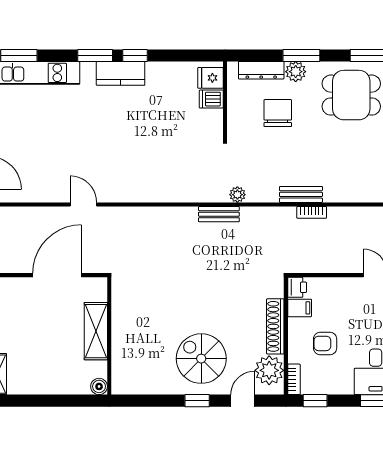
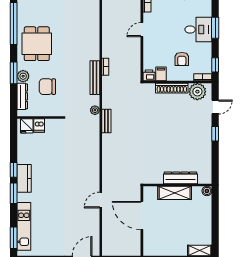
bench: (301, 194) -> (95, 78), width x1.36
dresser: (122, 341) -> (181, 178), added
spiral stairs: (201, 359) -> (191, 131), removed
door: (243, 401) -> (215, 107), swing flipped

